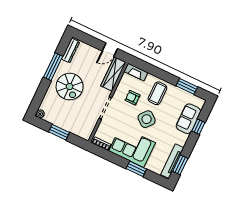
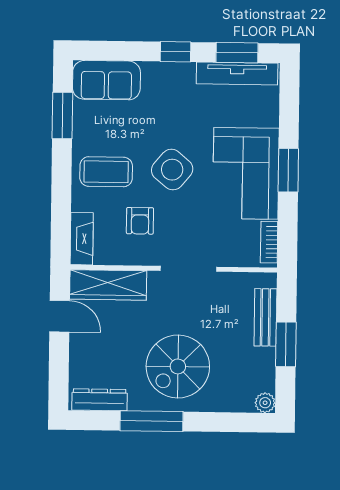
spiral stairs: (70, 87) -> (178, 366), turned 180
sofa: (188, 119) -> (106, 80), moved
window: (198, 127) -> (176, 52), moved
bench: (73, 129) -> (265, 317), added
window: (136, 169) -> (288, 170), moved

